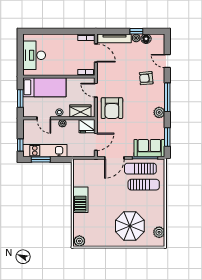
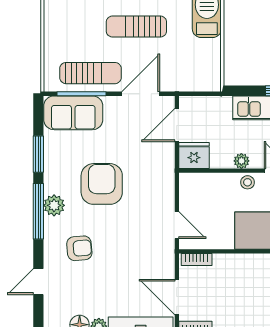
door: (167, 61) -> (38, 282), swing flipped
armchair: (112, 108) -> (102, 184), moved
wardrobe: (80, 111) -> (207, 184), removed
plant: (159, 112) -> (54, 205), moved
window: (167, 137) -> (38, 154), moved
sun lounger: (144, 185) -> (136, 27), moved

